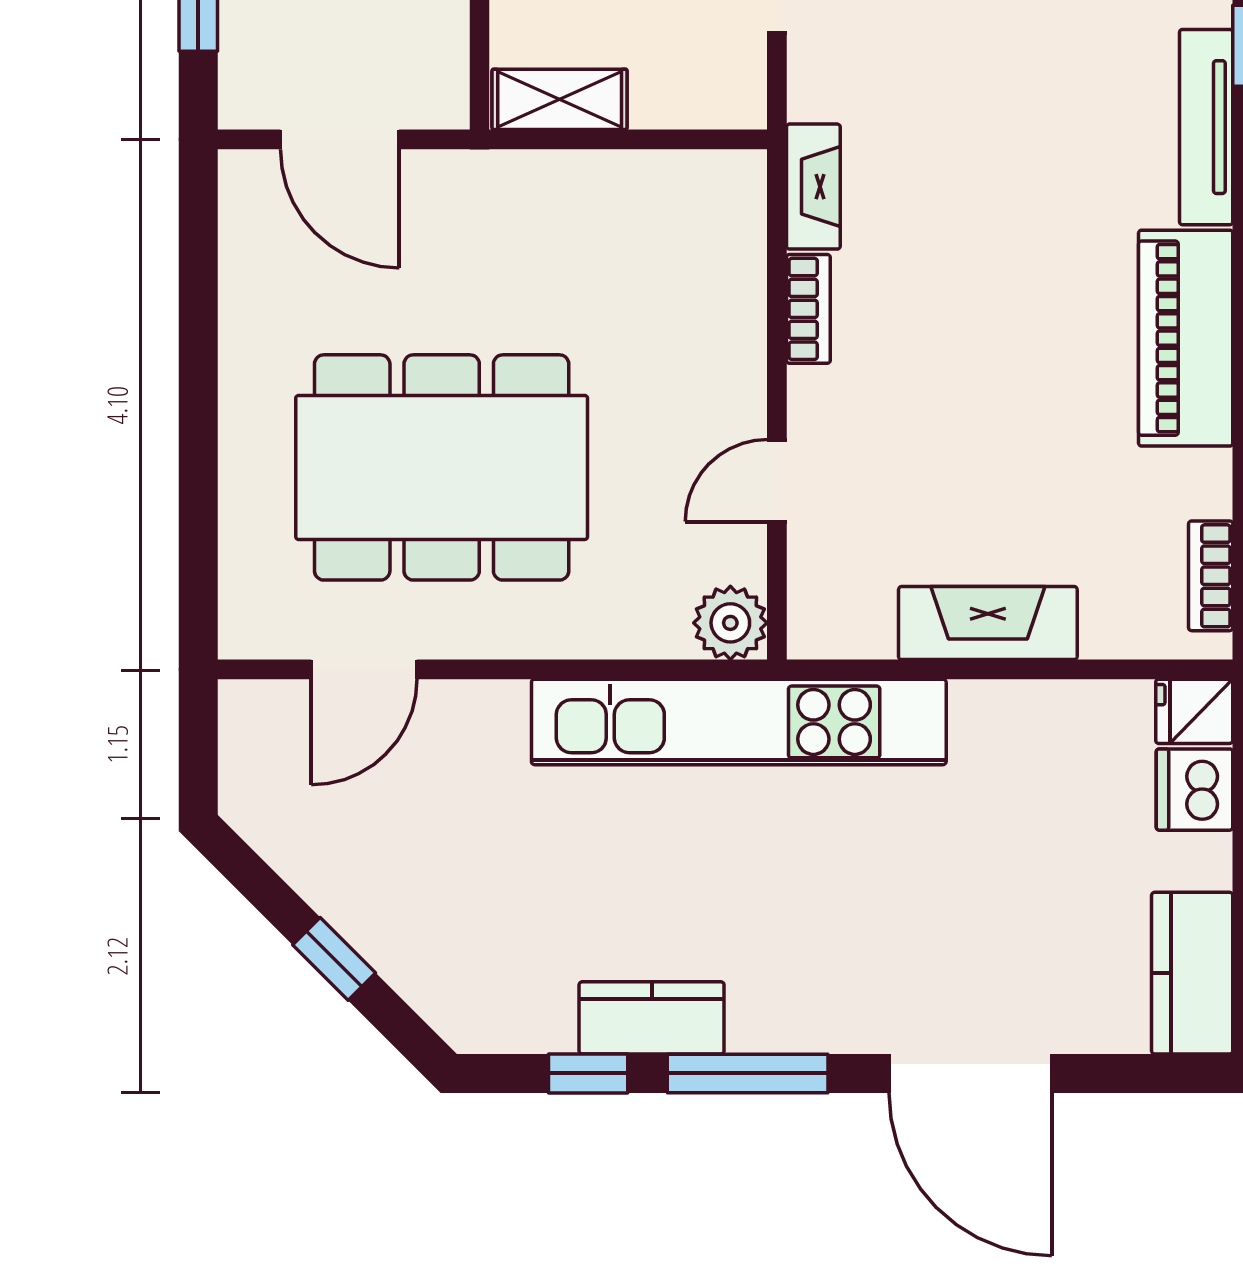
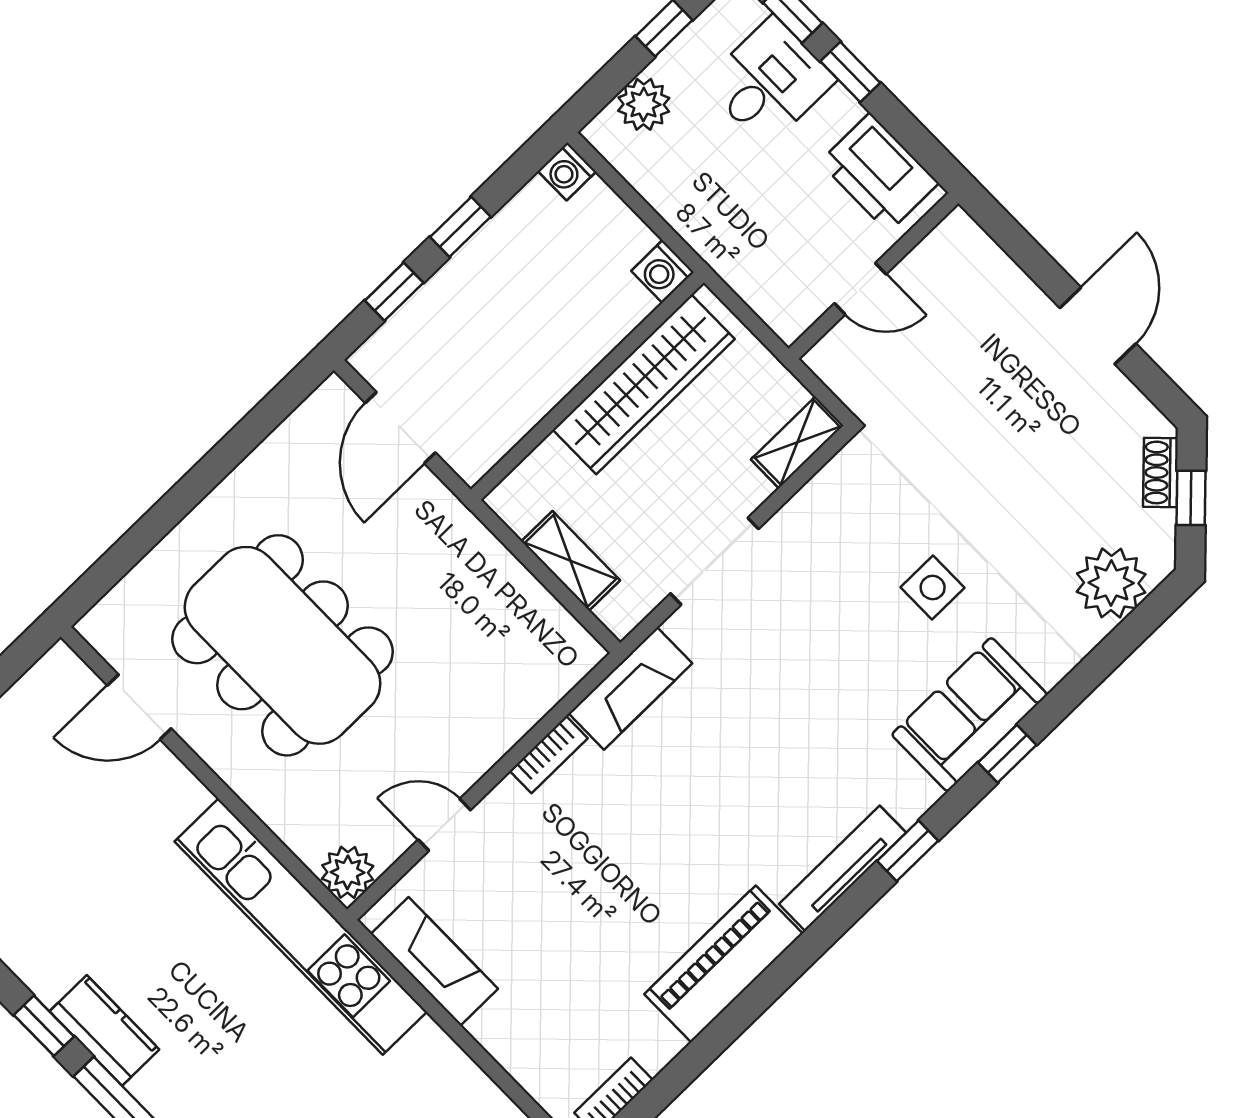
shelving: (560, 99) -> (571, 561), moved
fireplace: (813, 187) -> (631, 688), width x1.37, depth x1.32
fireplace: (988, 623) -> (434, 961), moved

